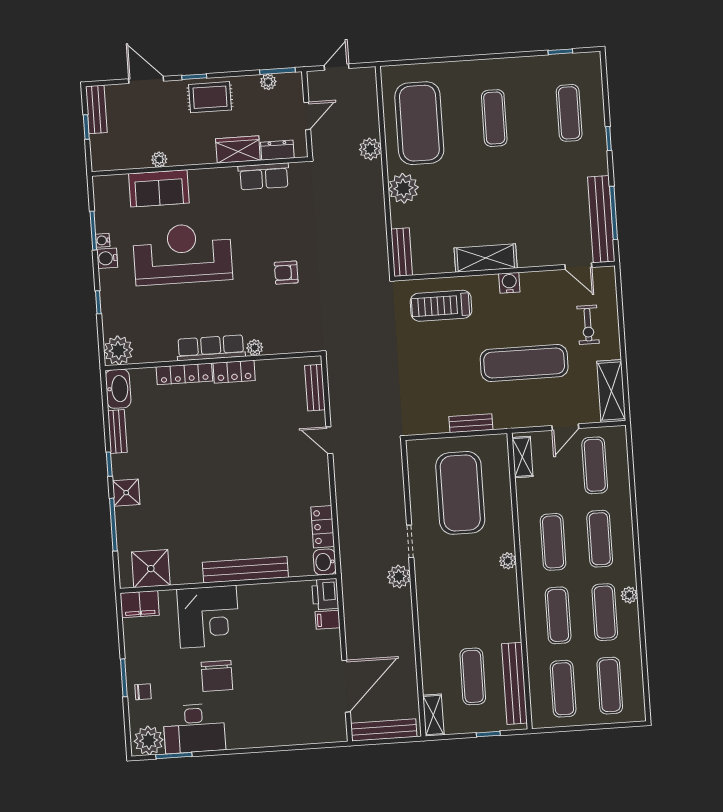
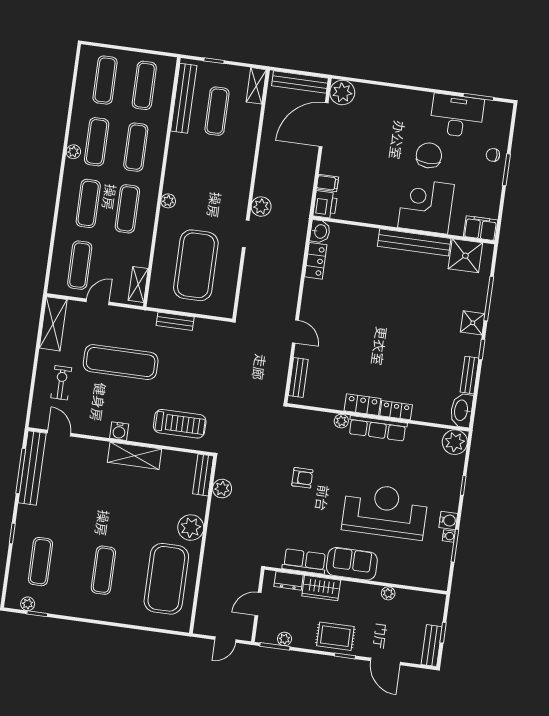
plant: (574, 61) -> (28, 604), added
plant: (370, 149) -> (222, 489), moved
sofa: (159, 188) -> (352, 564), moved
reception desk: (183, 254) -> (385, 511), turned 180
locker: (184, 374) -> (396, 410), width x0.66
bench: (245, 570) -> (414, 242), moved
plant: (149, 741) -> (342, 92), moved

